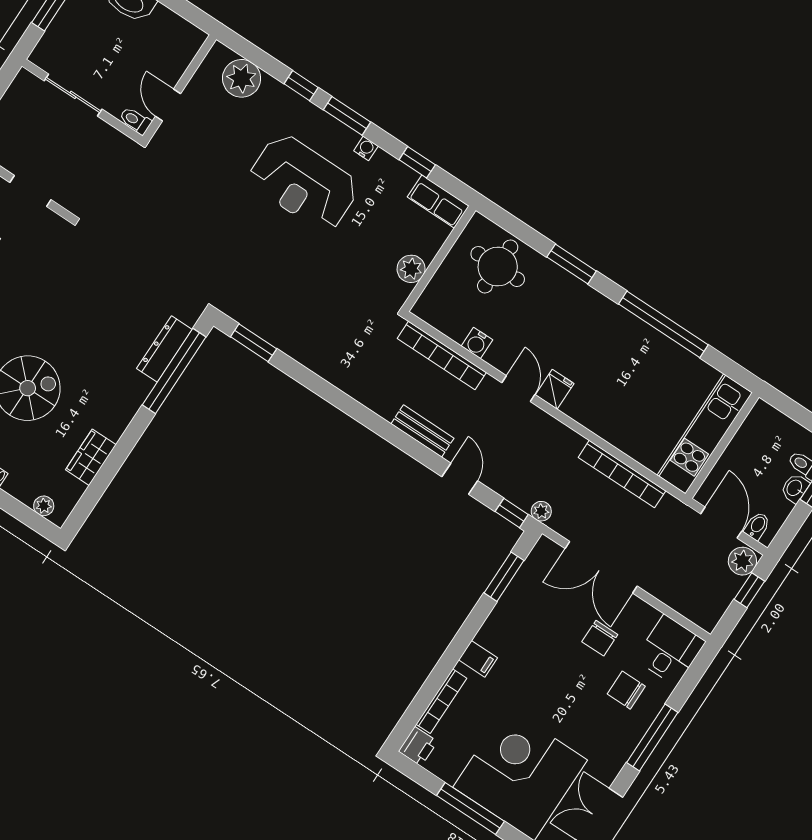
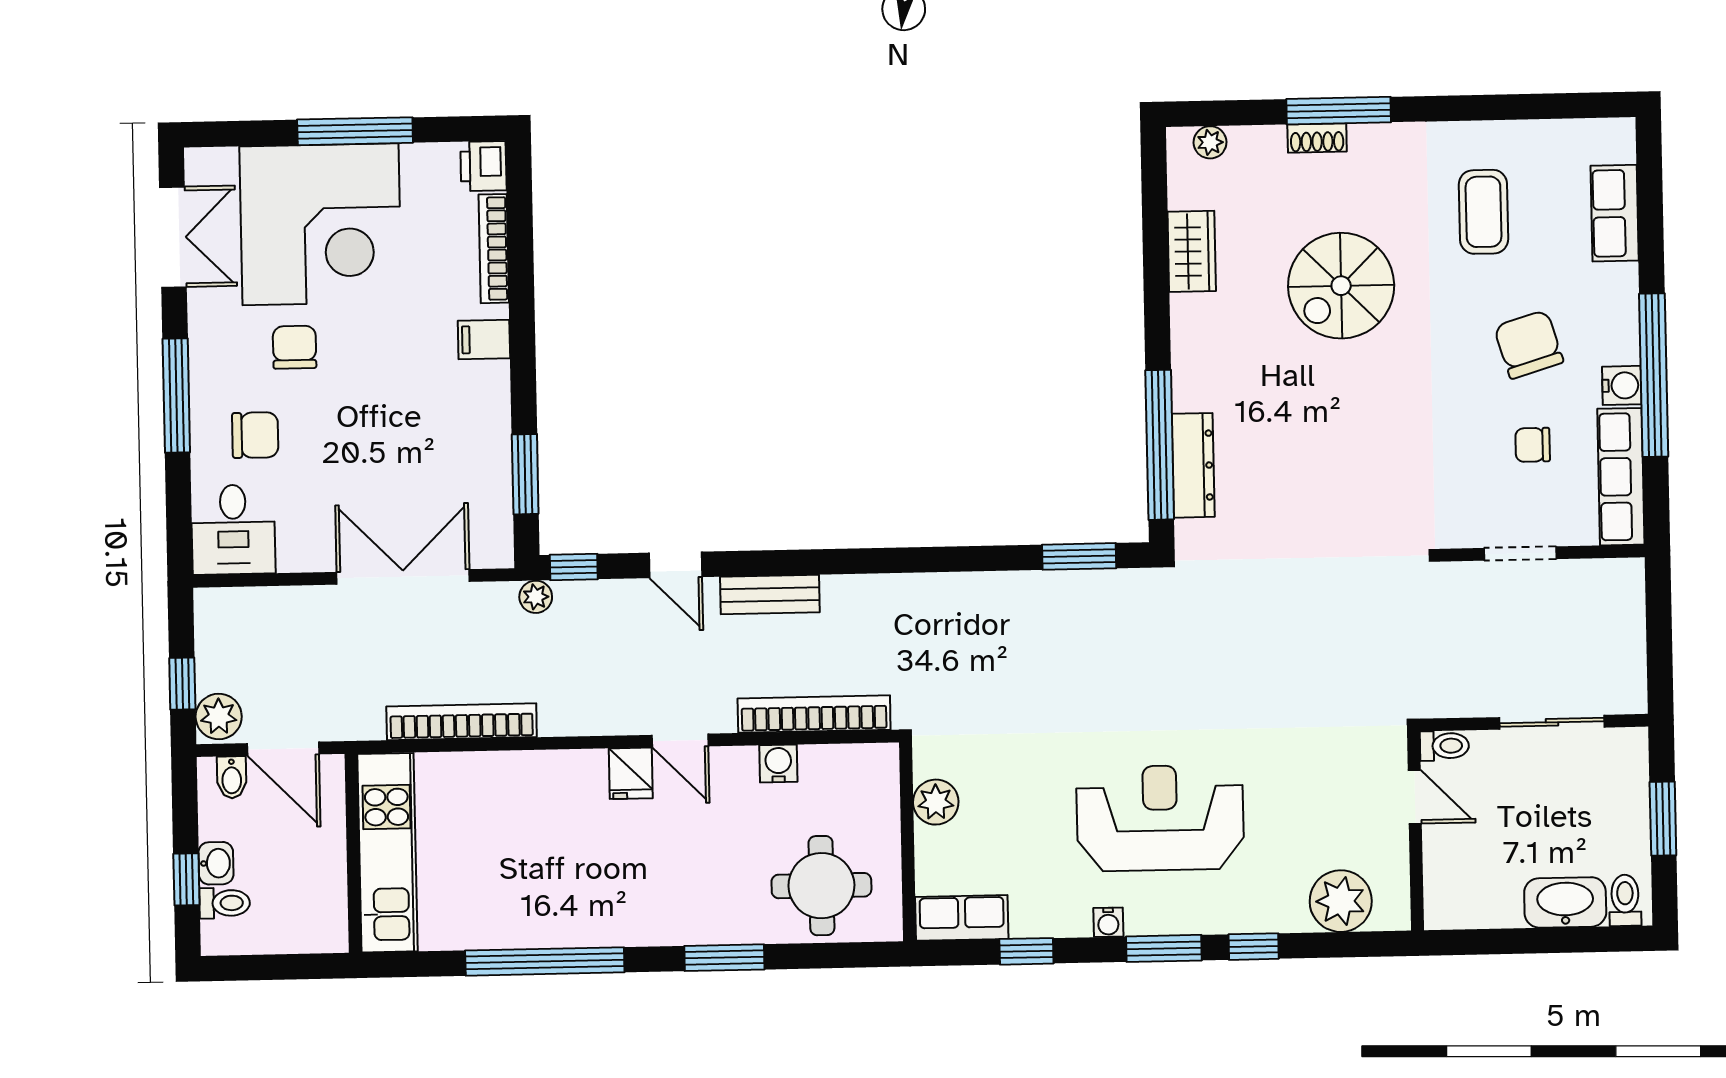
chair: (600, 638) -> (295, 347), moved

